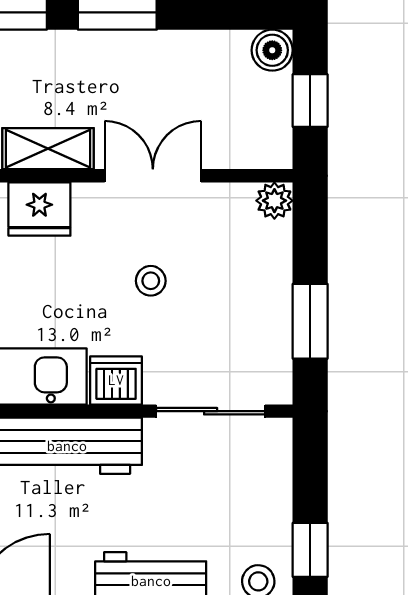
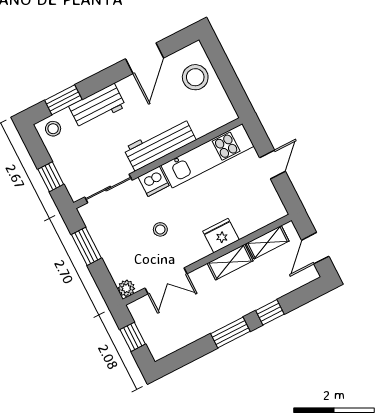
boiler: (272, 50) -> (159, 349), removed
double door: (153, 176) -> (166, 281), moved
window: (310, 550) -> (51, 177), moved

